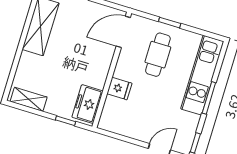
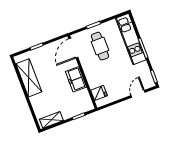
fridge: (119, 88) -> (99, 93), moved
freezer: (88, 104) -> (76, 79), moved

